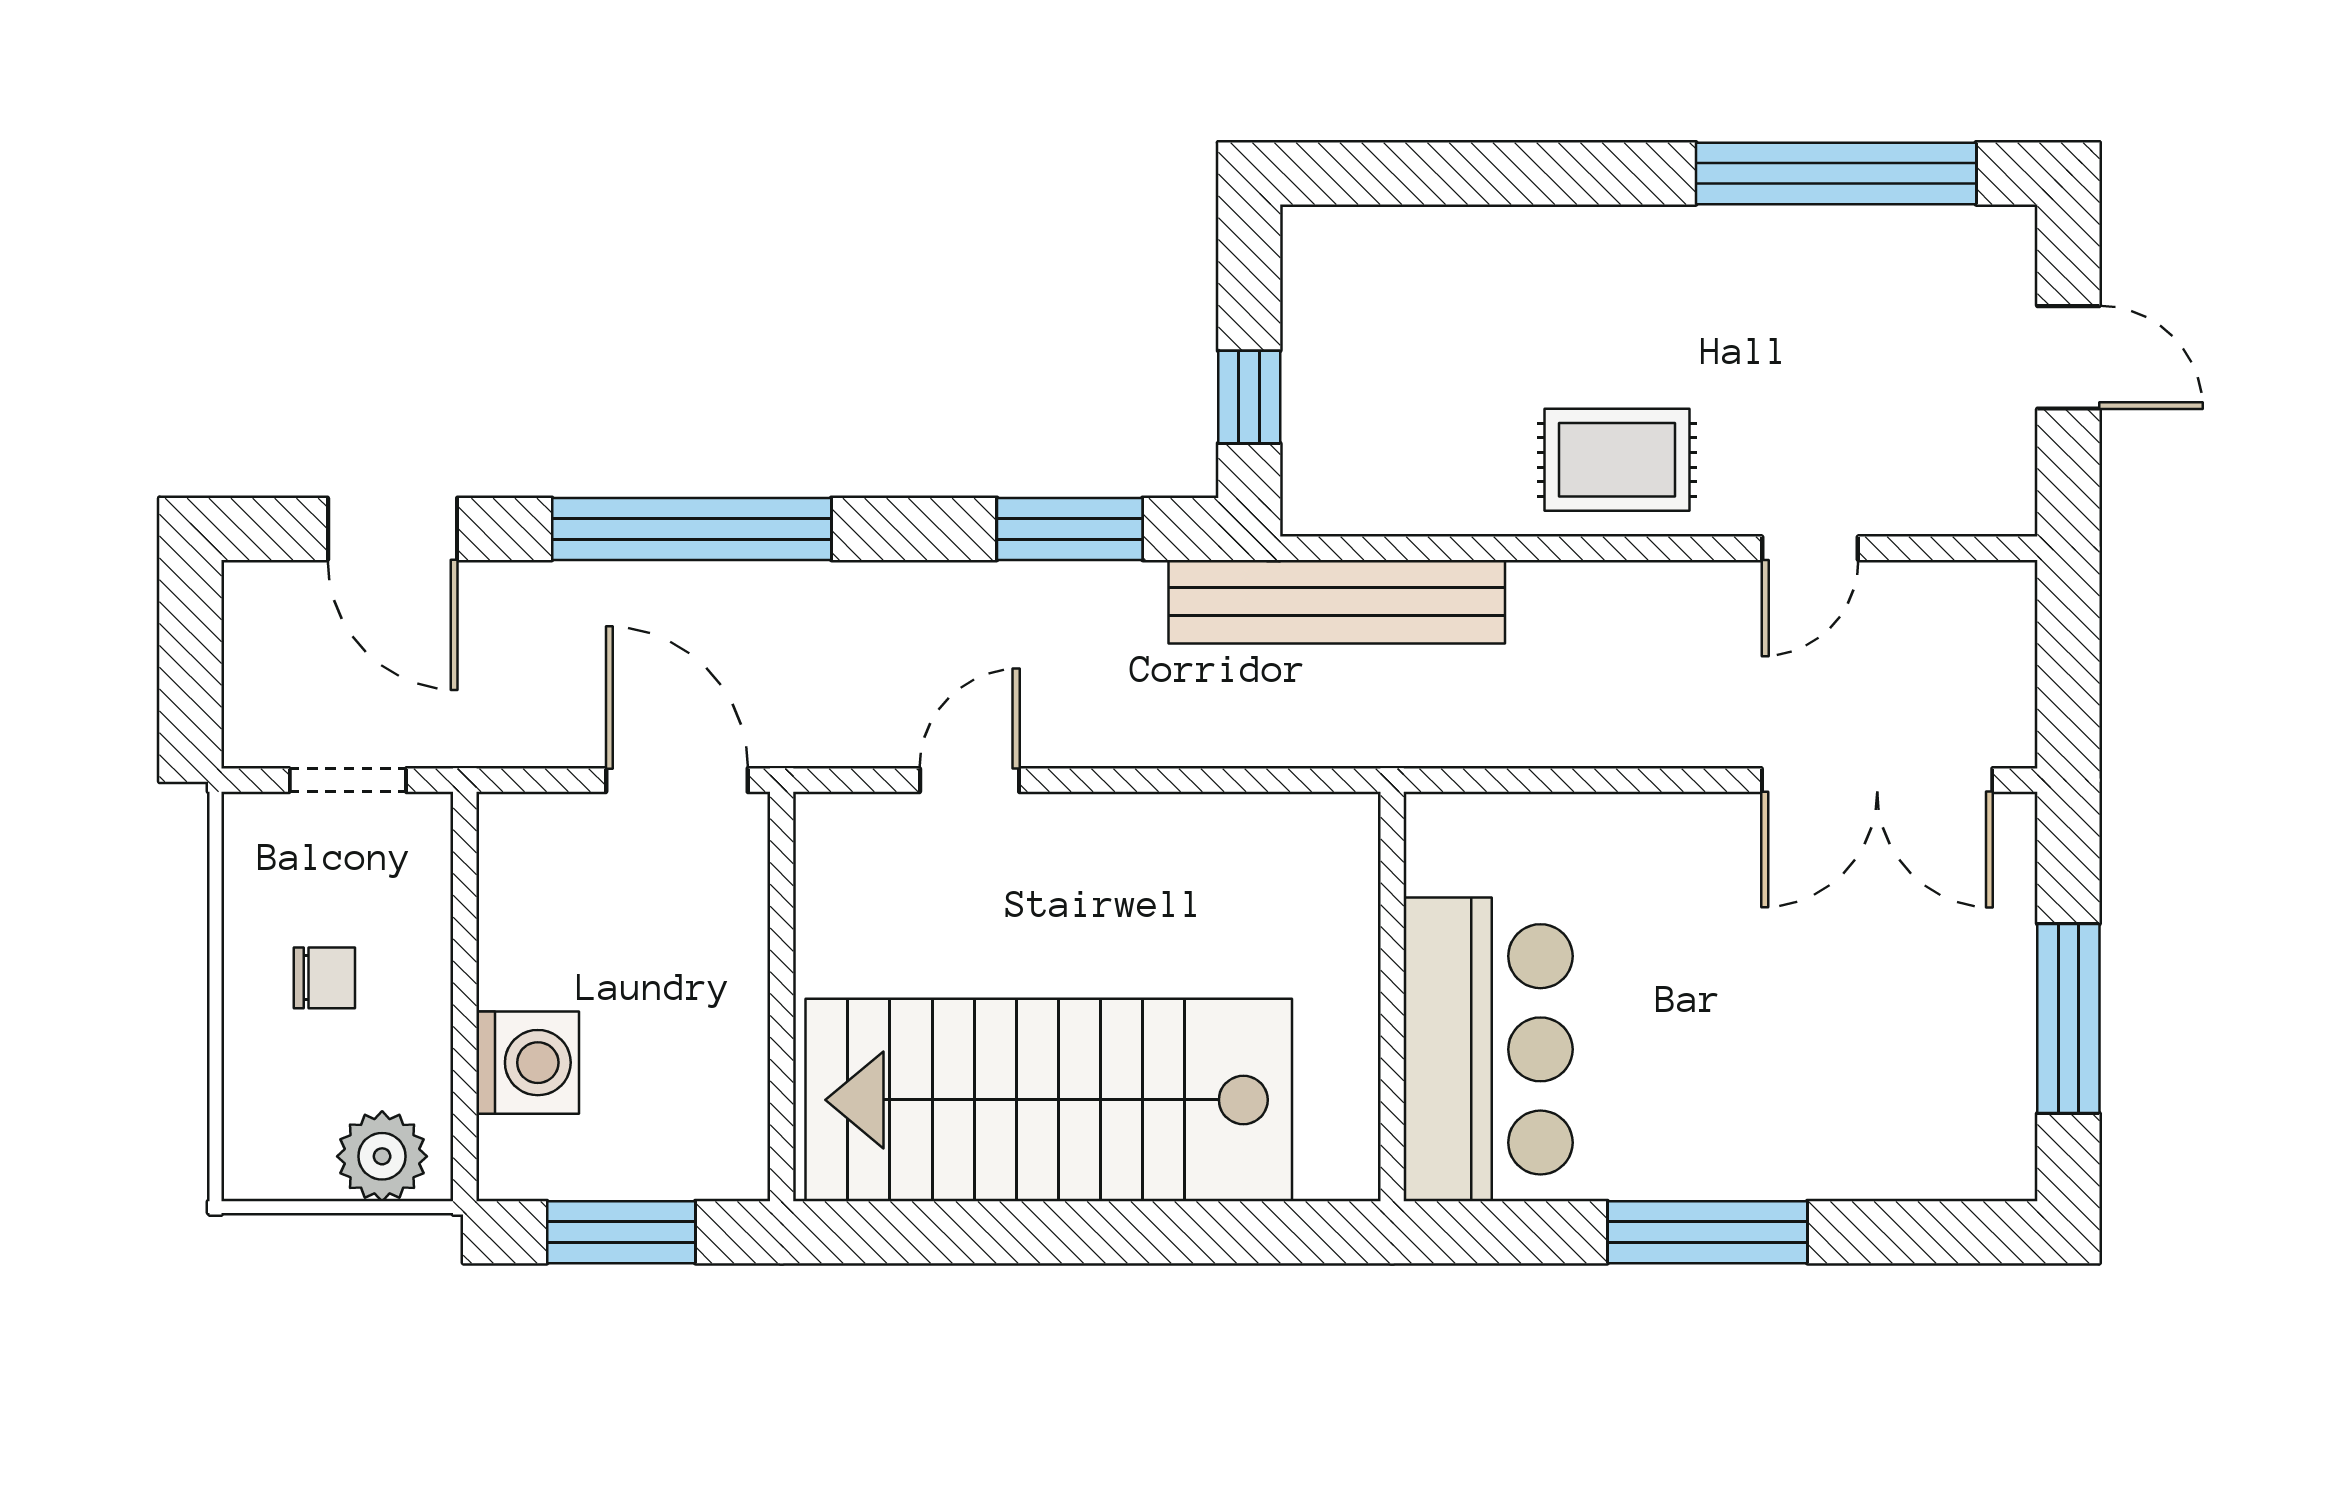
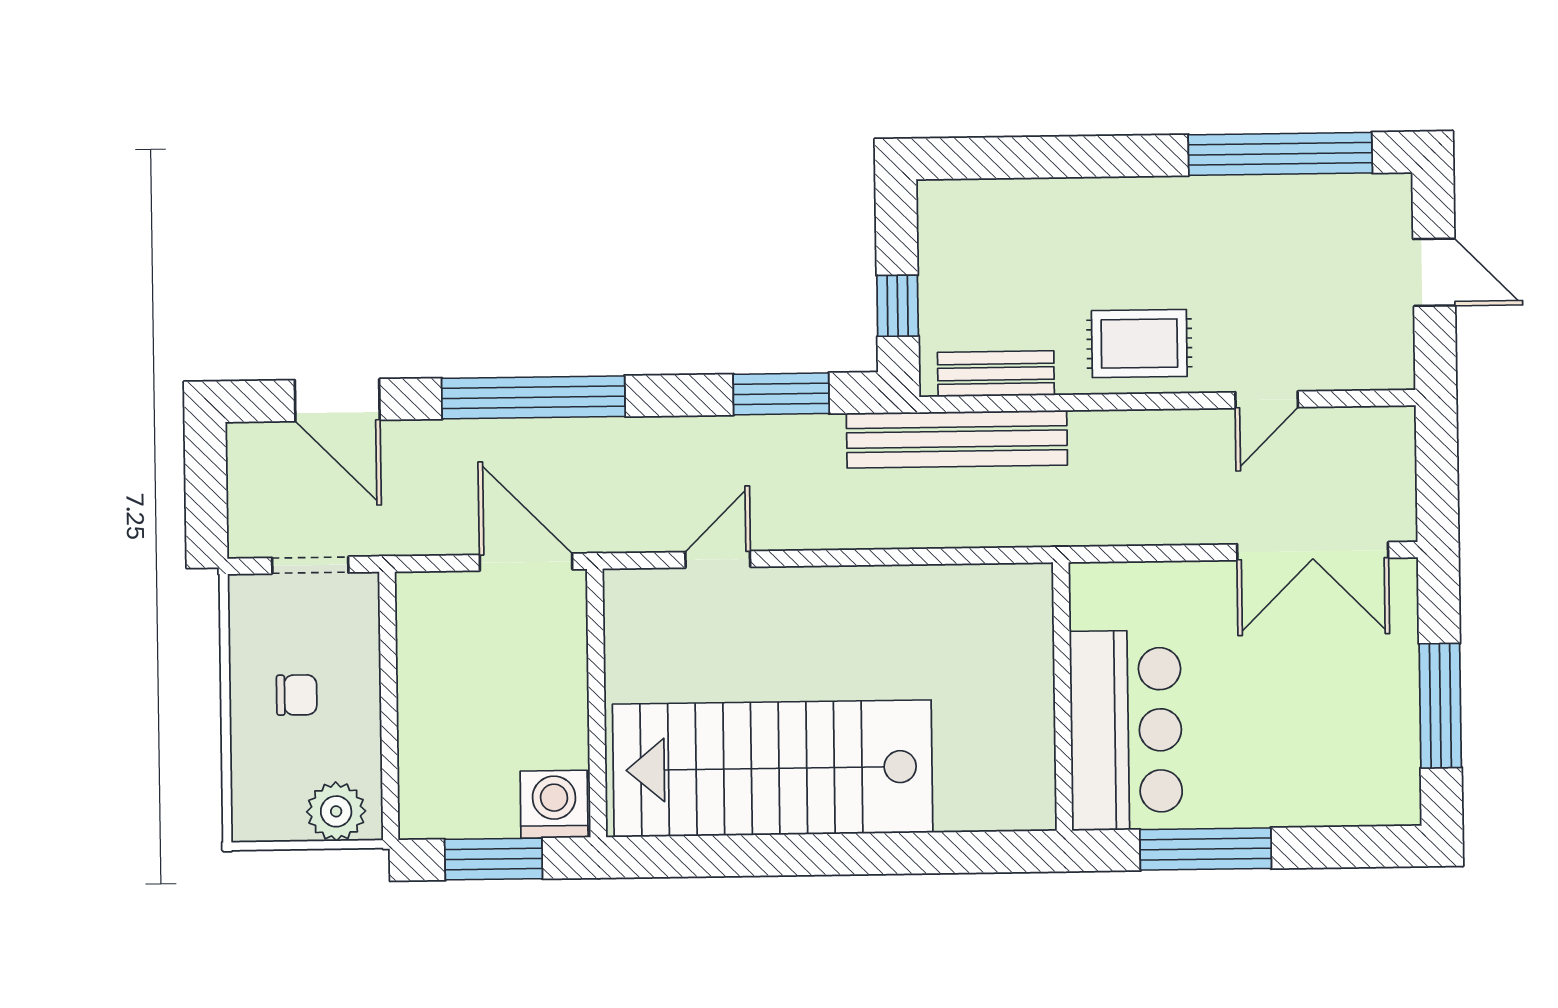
bench: (1398, 503) -> (996, 374), added
wall: (1392, 996) -> (1063, 696), moved
bar counter: (1488, 1049) -> (1126, 730), moved
washing machine: (528, 1063) -> (554, 804), moved, turned -90

